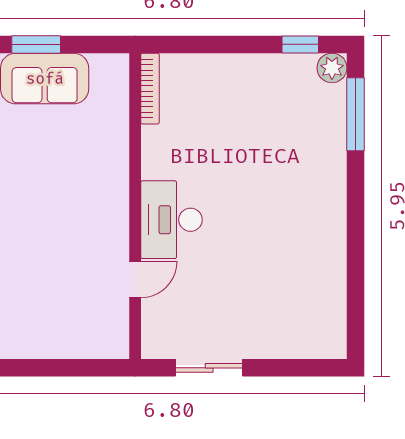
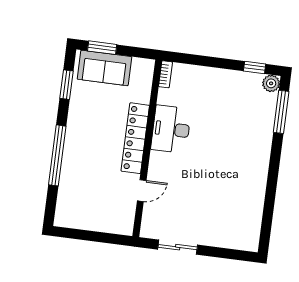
bookcase: (150, 89) -> (165, 74), width x0.64
locker: (113, 191) -> (135, 138), added
desk: (171, 220) -> (171, 129), moved

